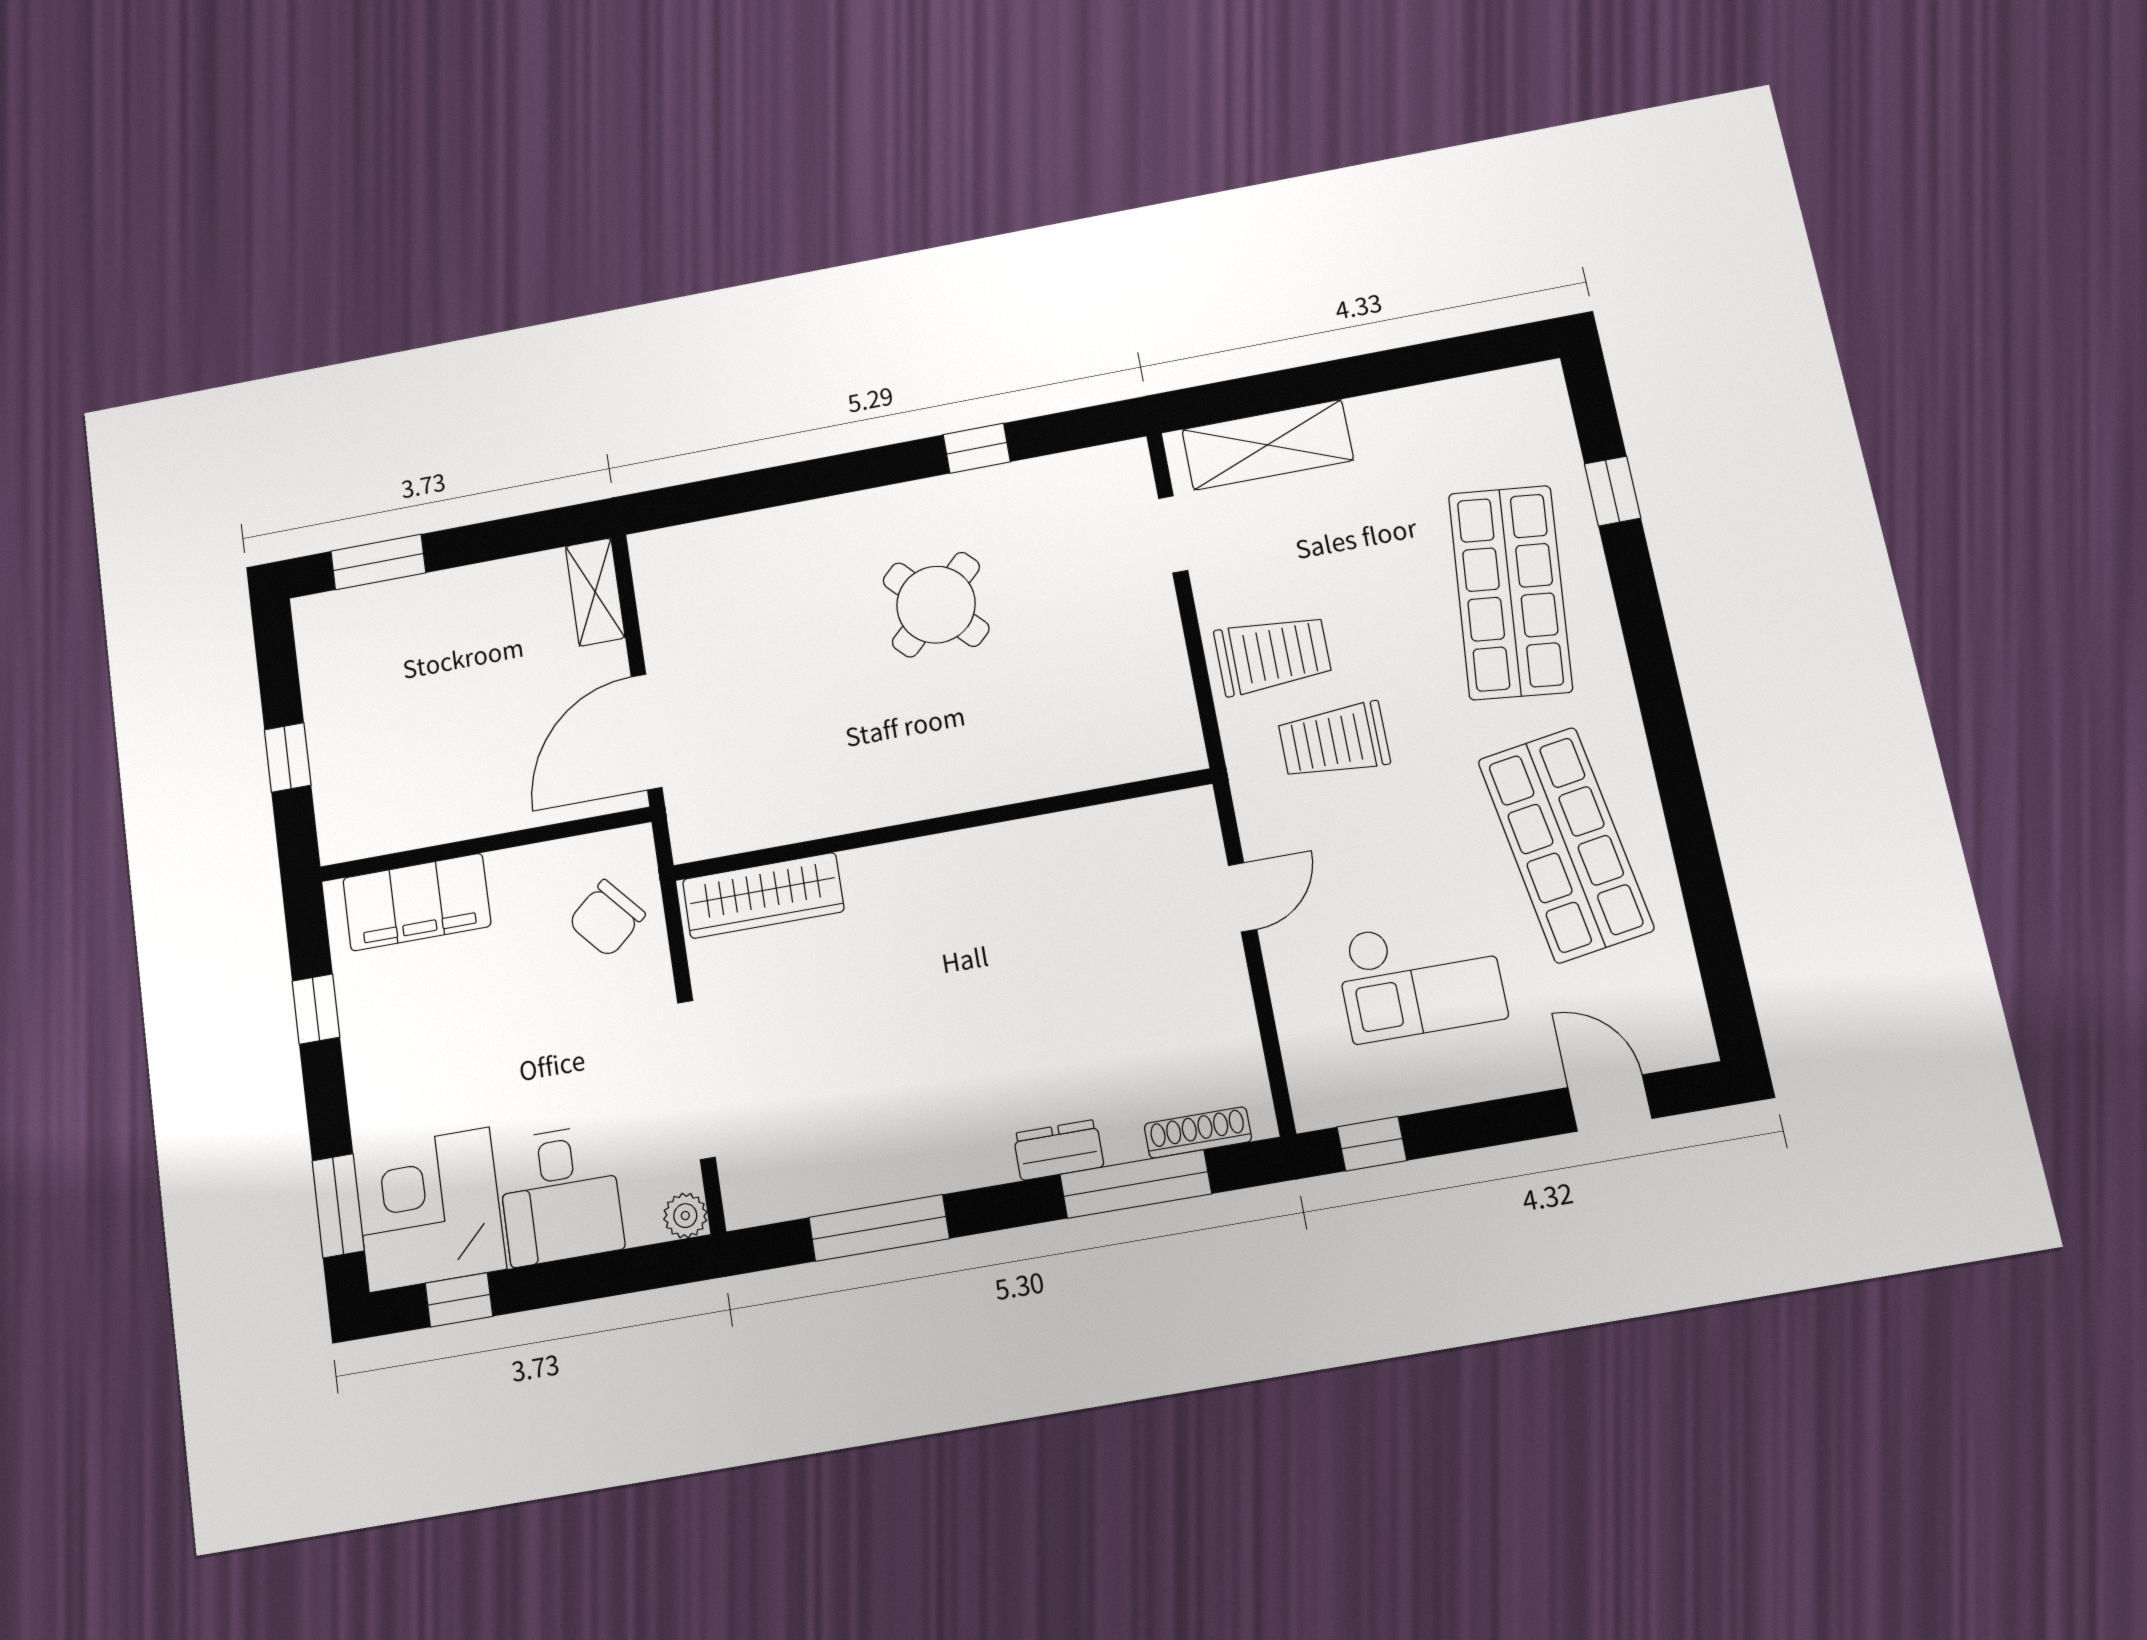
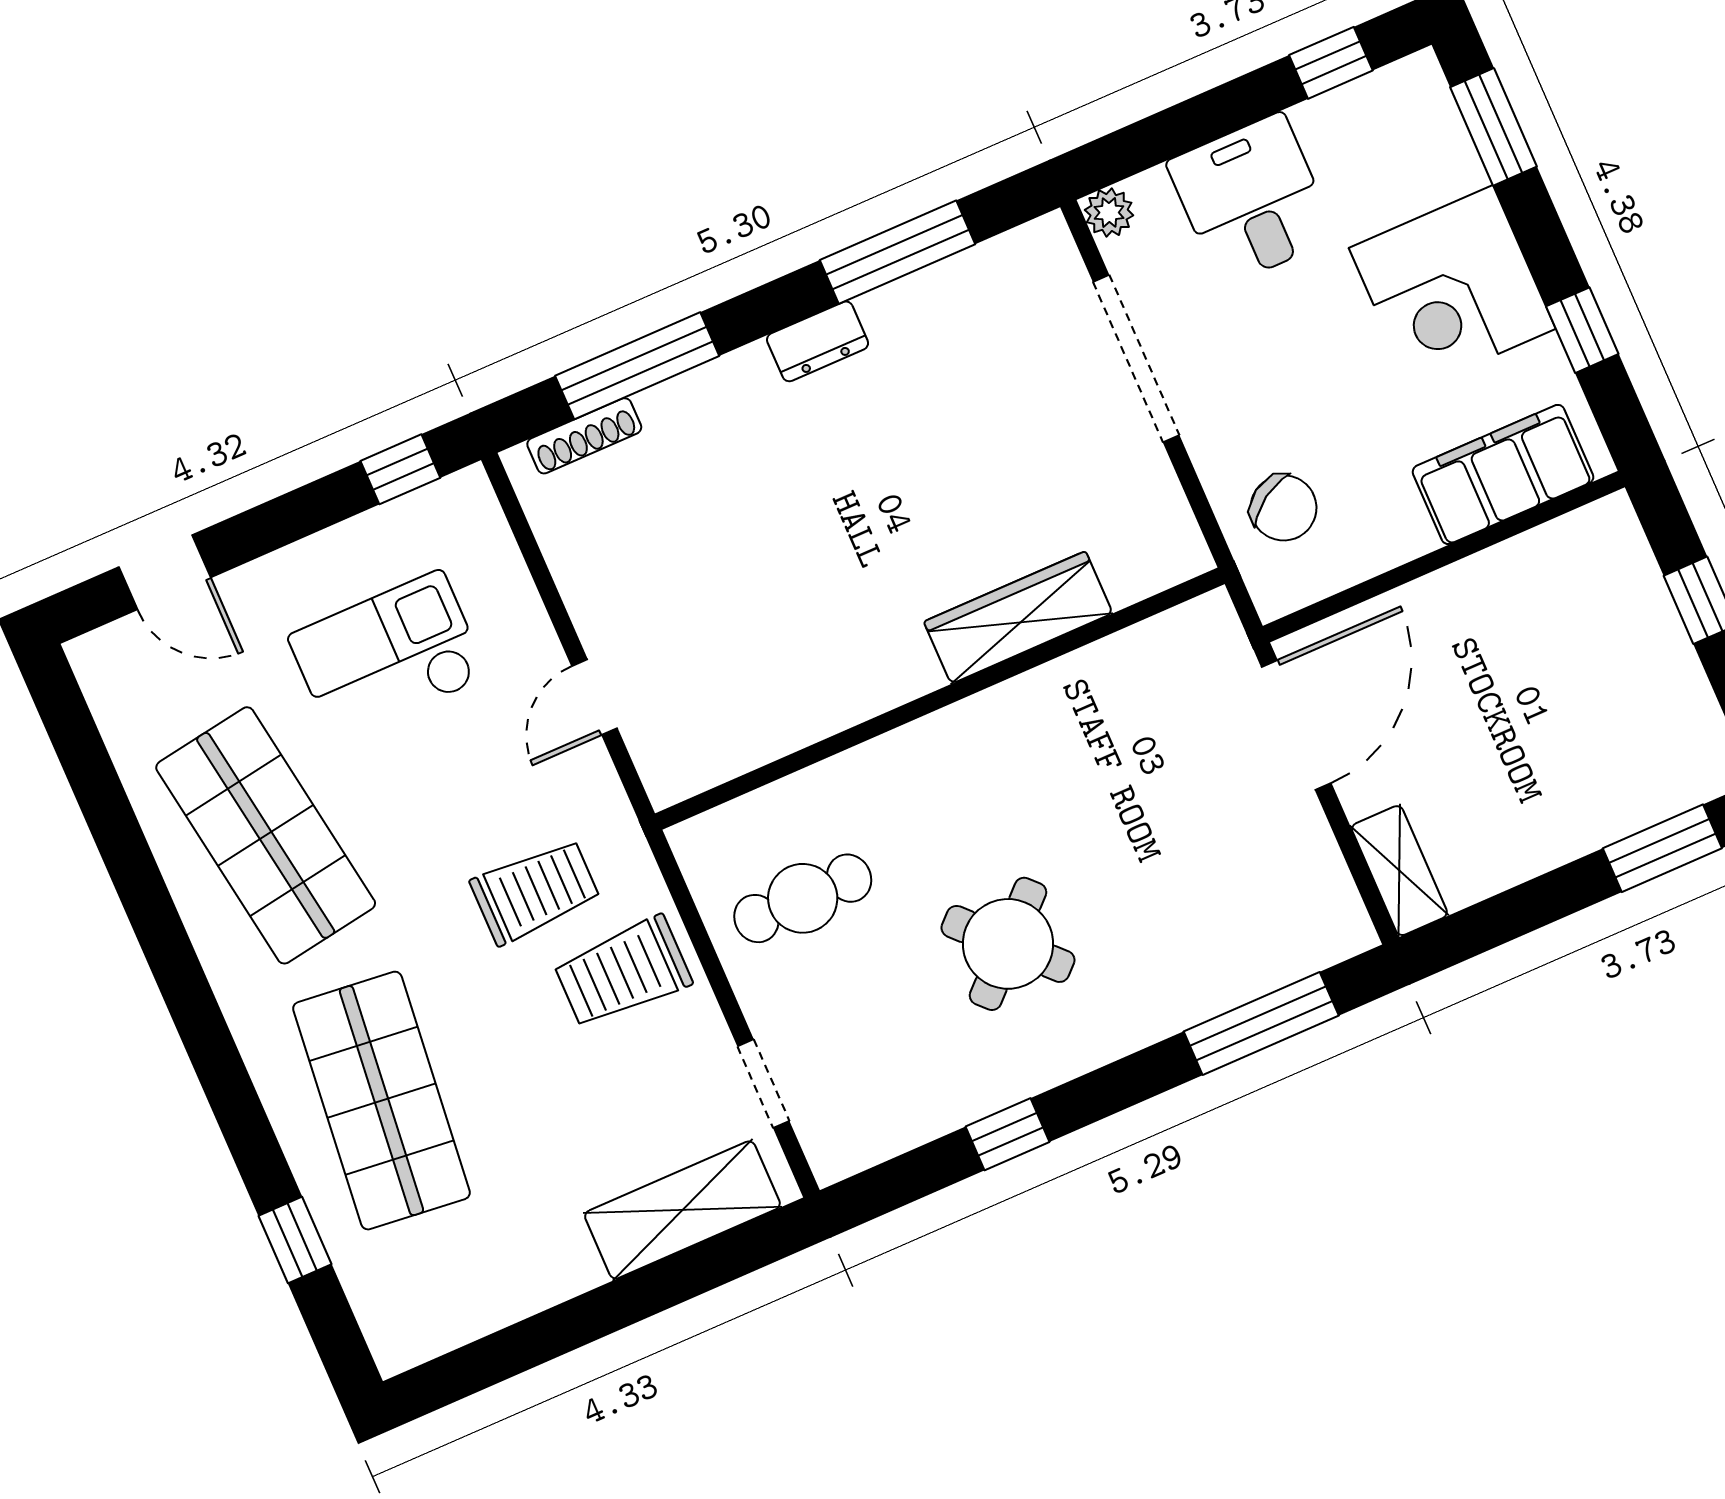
window: (743, 493) -> (1261, 1023), added
cafe table: (1101, 682) -> (803, 898), added
wardrobe: (763, 895) -> (1018, 617), moved
chair: (607, 918) -> (1284, 508), turned 98
dresser: (1059, 1150) -> (818, 341), moved
corner desk: (429, 1209) -> (1452, 288), moved, turned 90

